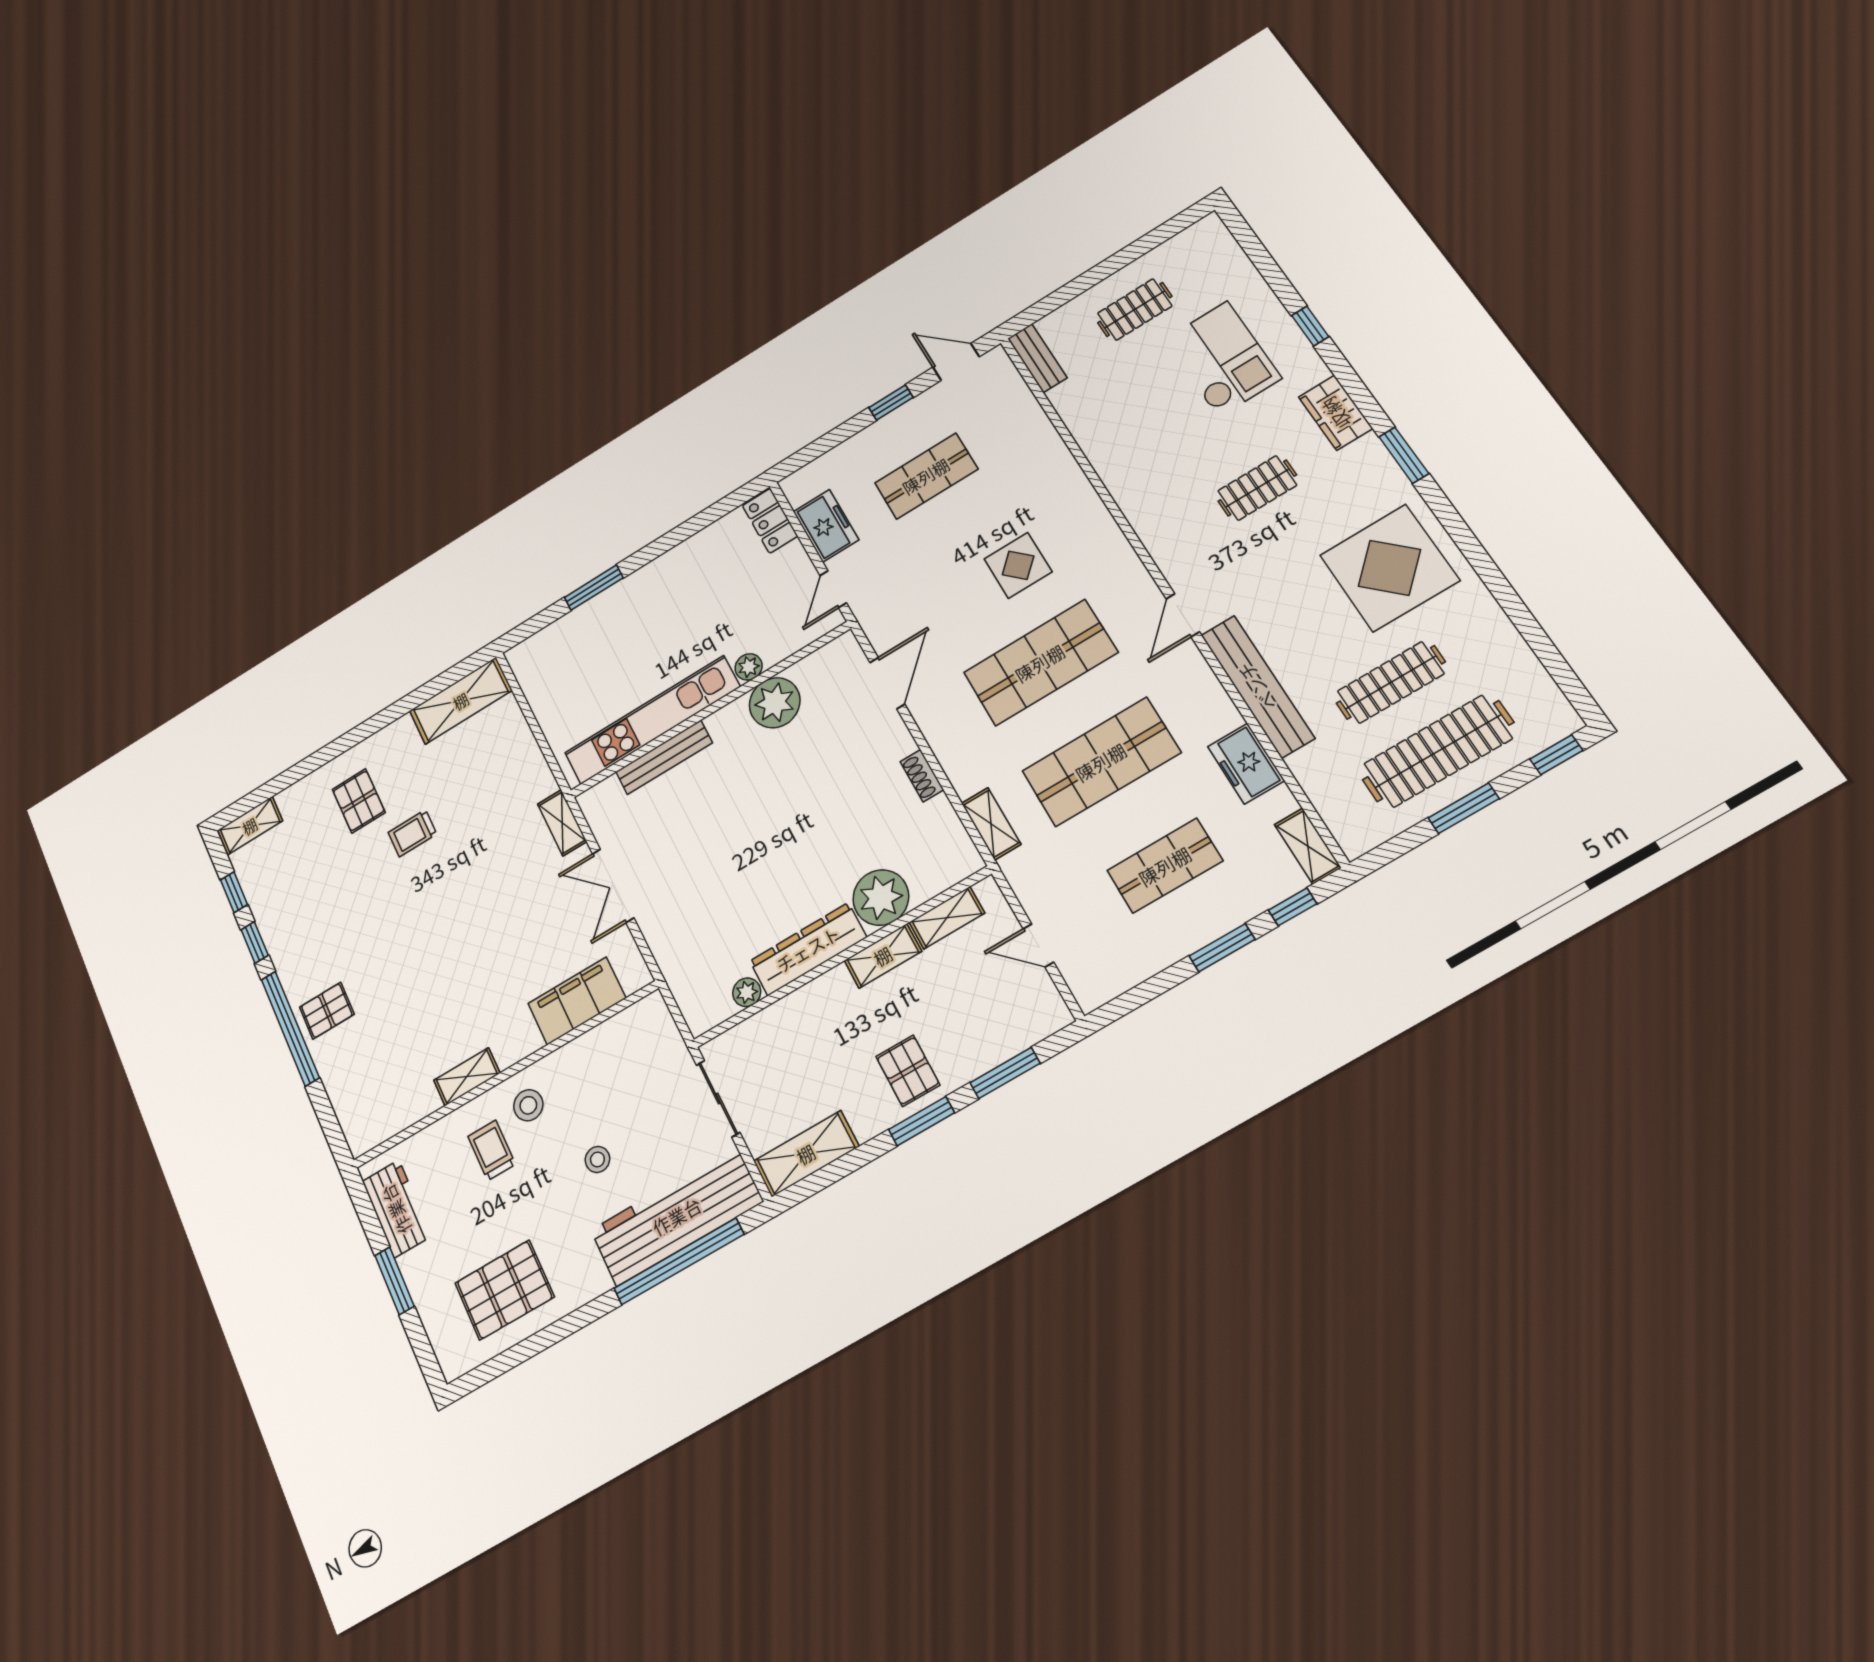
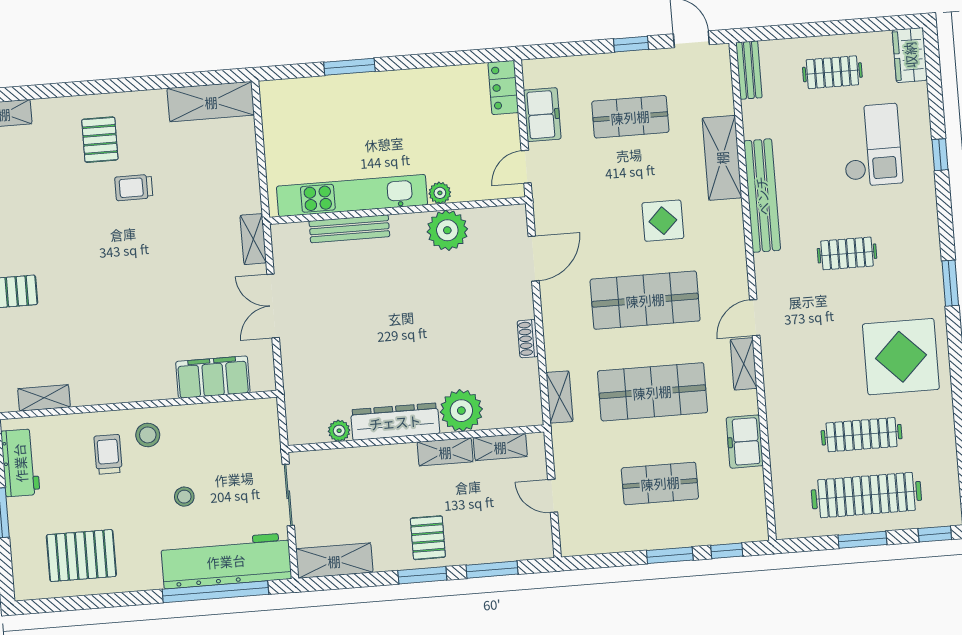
wardrobe: (1336, 413) -> (910, 55), moved
shelving: (1053, 464) -> (722, 158), added
bench: (1257, 686) -> (762, 196), moved
shelving: (1308, 846) -> (744, 364), moved
shelving: (467, 1077) -> (44, 398), moved

